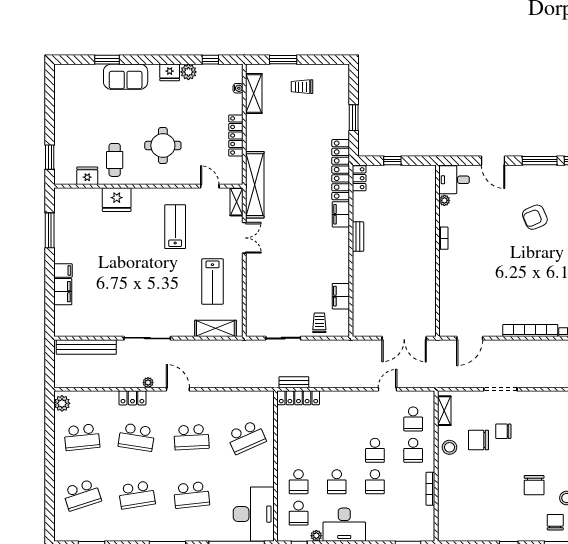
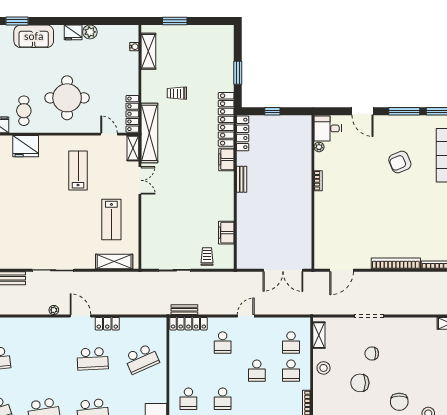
window: (210, 60) -> (110, 21), removed
trolley: (302, 87) -> (177, 93), moved
locker: (236, 135) -> (132, 114), moved
round table: (163, 146) -> (67, 98), width x1.36, depth x1.36
locker: (359, 178) -> (243, 133), width x1.53
door: (387, 389) -> (246, 316), moved
locker: (132, 398) -> (107, 324), moved
school desk: (137, 437) -> (44, 359), removed
chair: (479, 440) -> (360, 383), moved
school desk: (375, 482) -> (223, 343), moved

